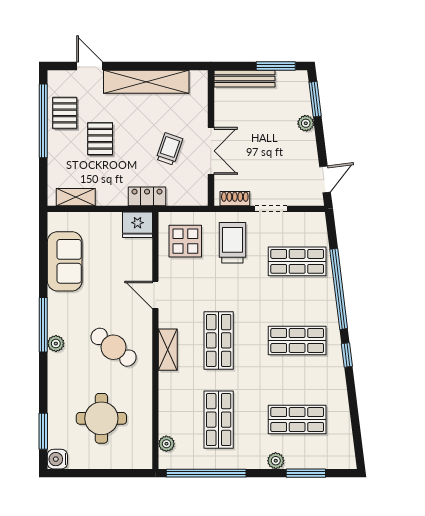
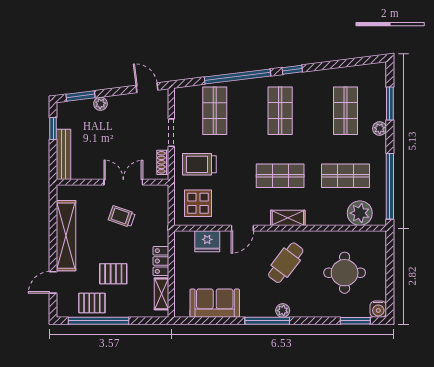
window: (276, 66) -> (53, 128), width x0.67
locker: (147, 196) -> (161, 261), moved
fridge: (137, 225) -> (207, 241), moved, turned 90
plant: (166, 444) -> (360, 213), width x1.87, depth x1.87

